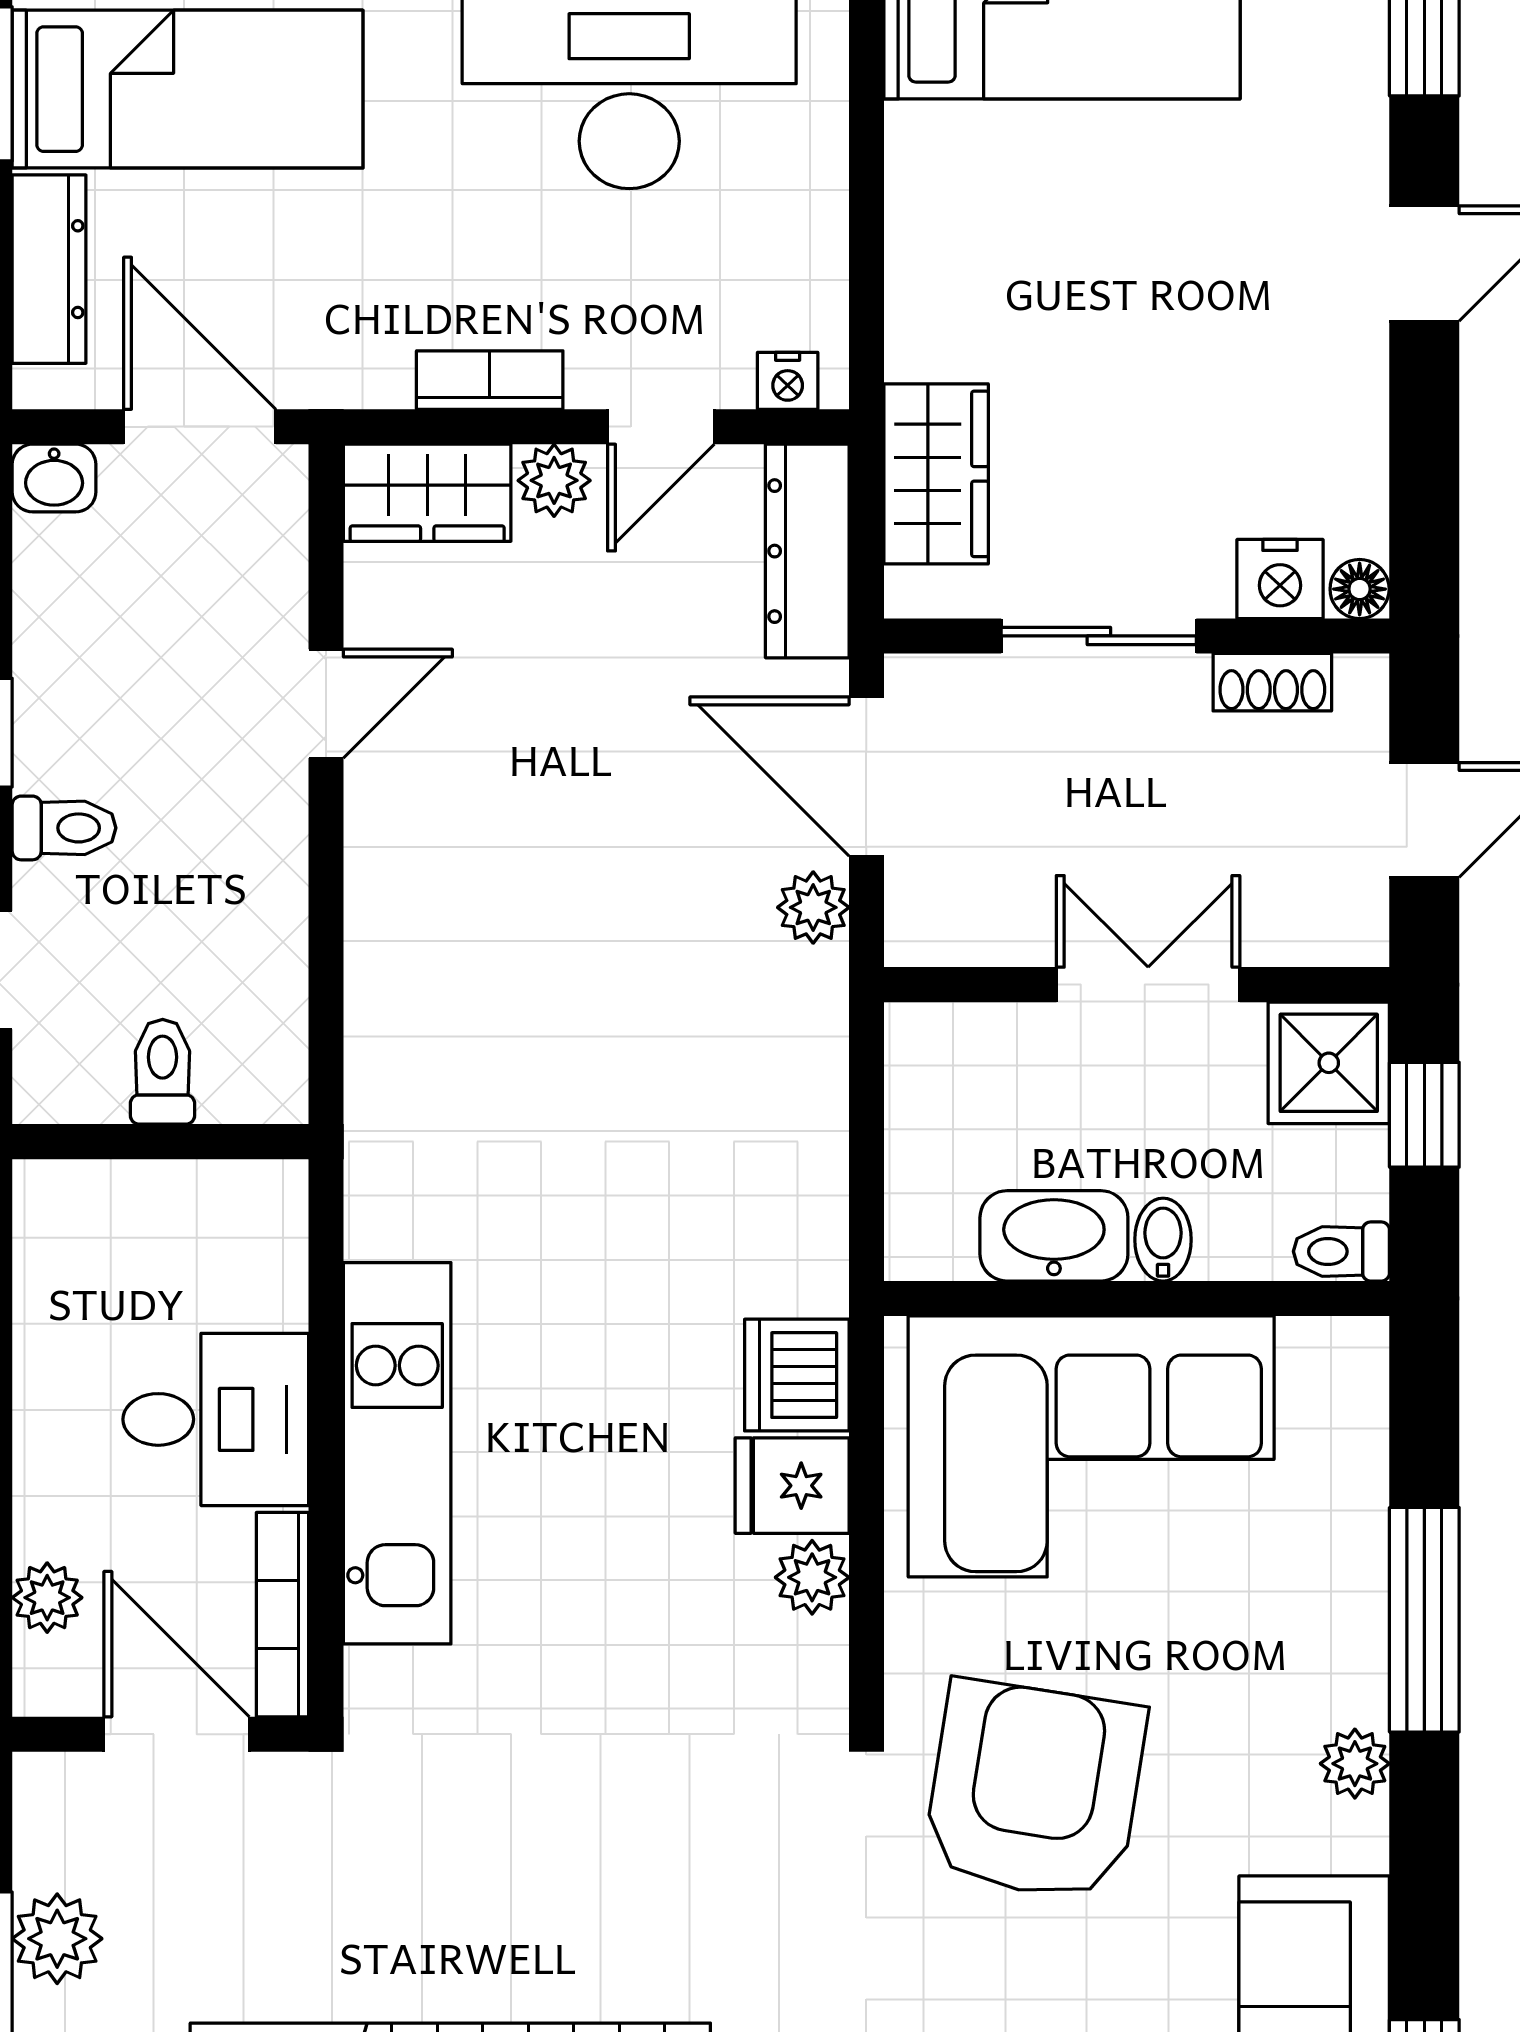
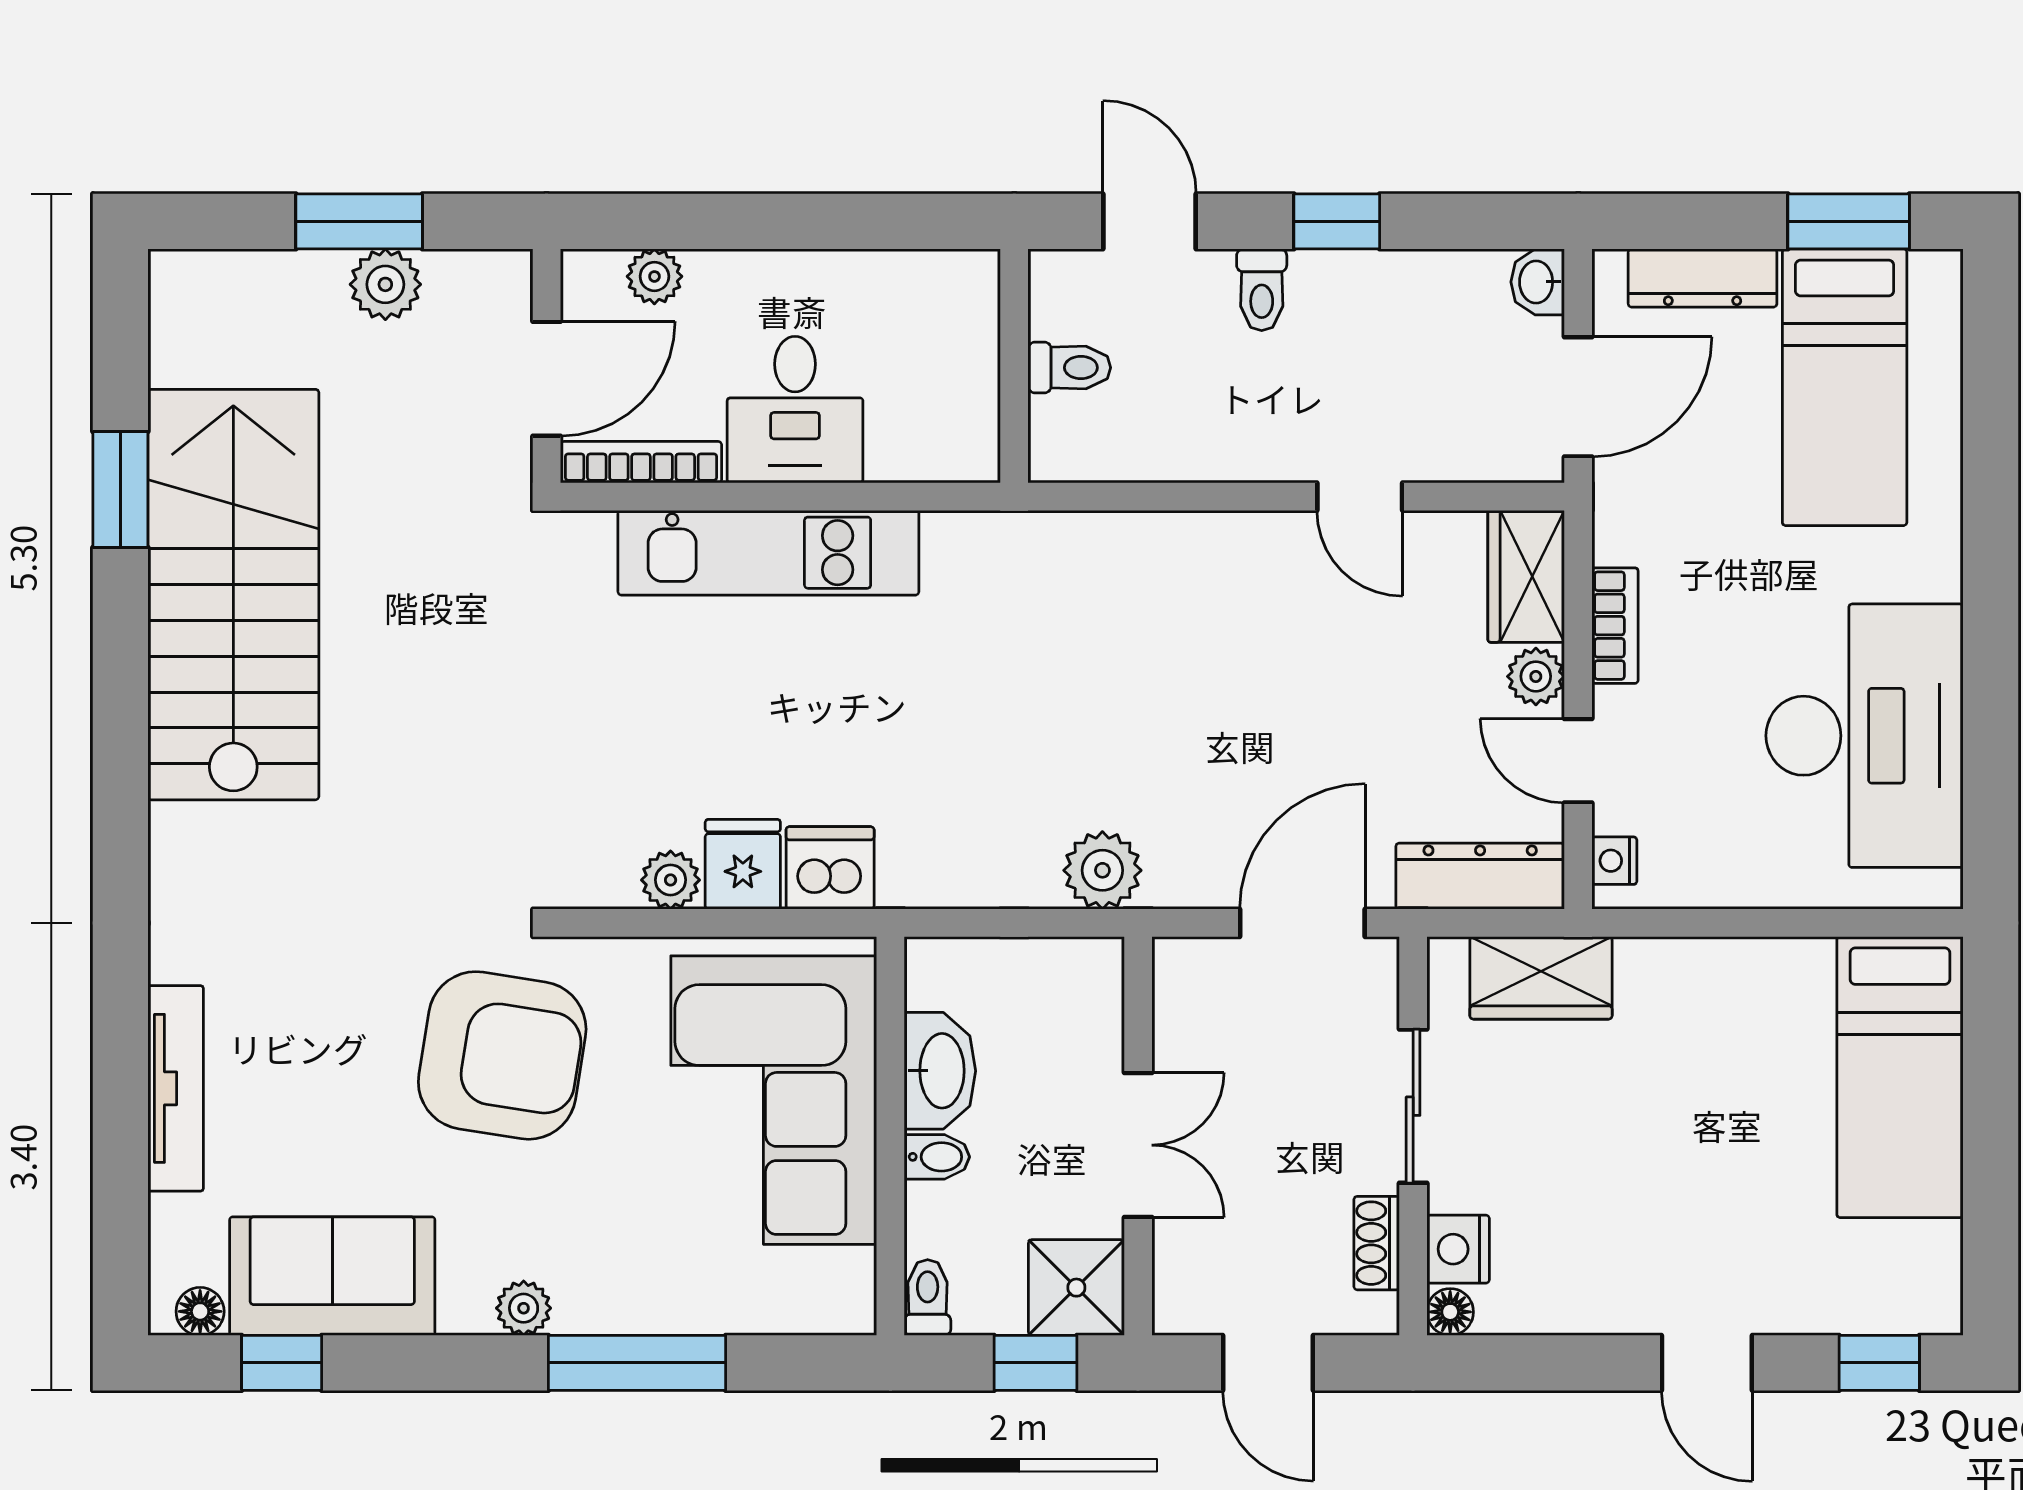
plant: (813, 907) -> (1102, 870), moved, width x1.38, depth x1.38

